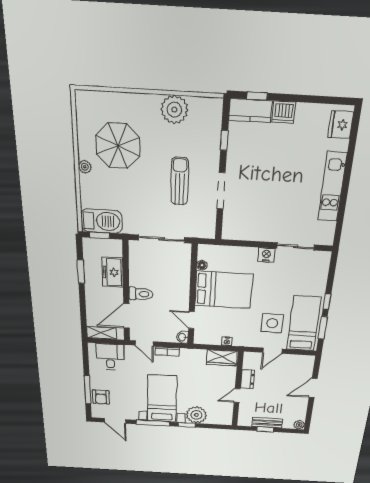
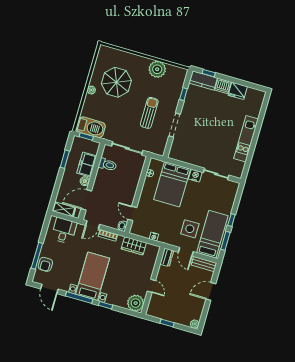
fridge: (341, 125) -> (238, 91), moved, turned -90
bed: (224, 290) -> (172, 184), moved, turned 90
boiler: (117, 294) -> (85, 181), added
toilet: (141, 294) -> (108, 165), moved
door: (144, 343) -> (93, 225), hinge flipped
door: (272, 351) -> (186, 252), hinge flipped
wardrobe: (222, 358) -> (134, 246), moved
dresser: (247, 379) -> (167, 257), moved
door: (237, 396) -> (151, 286), swing flipped
plant: (196, 415) -> (136, 303), moved
bench: (267, 423) -> (204, 264), moved

